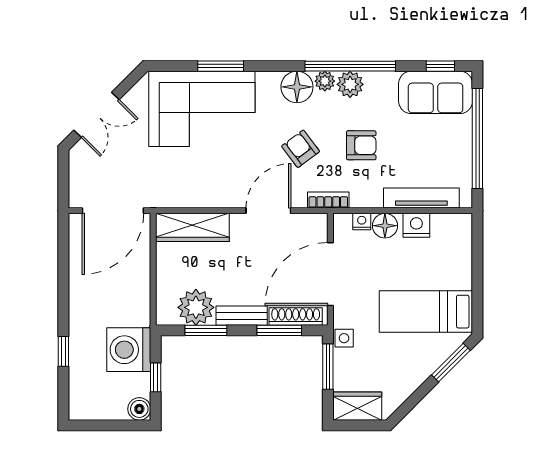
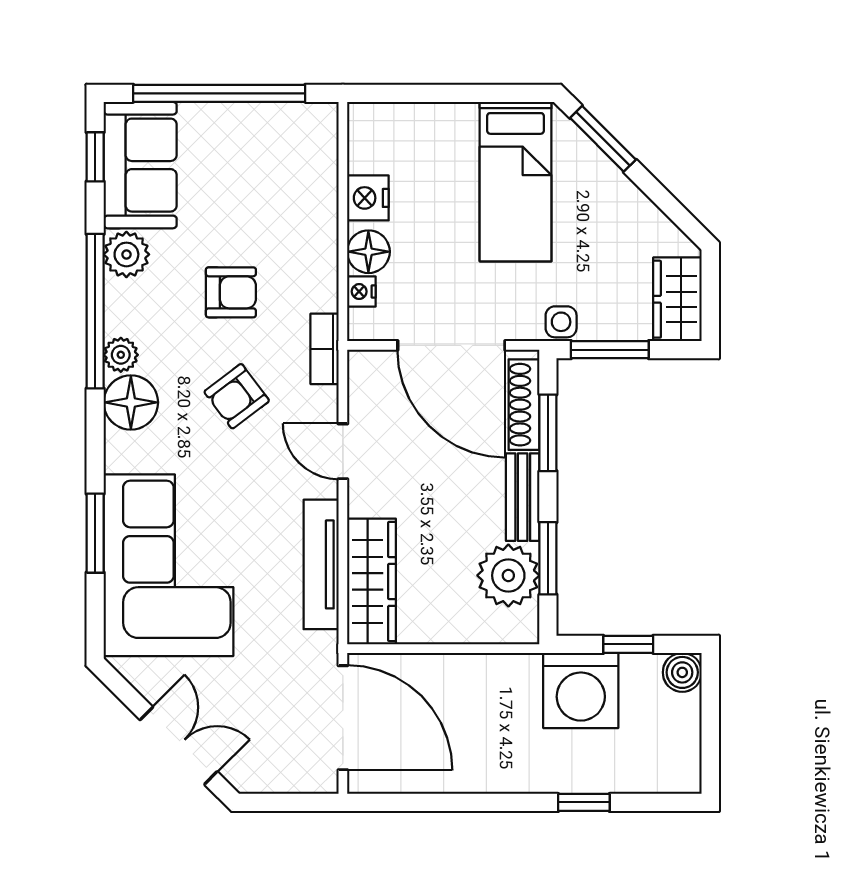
plant: (350, 84) -> (126, 254), moved
armchair: (361, 145) -> (231, 292), turned 90
tv unit: (421, 198) -> (321, 564), moved
door: (268, 211) -> (343, 451), width x0.73

